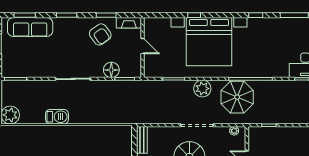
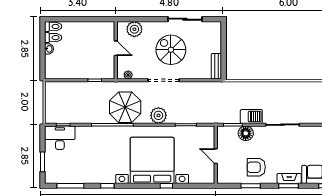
fireplace: (129, 23) -> (289, 178), moved
armchair: (100, 34) -> (256, 167), turned -54
barbecue: (57, 117) -> (251, 116), moved, turned 180

